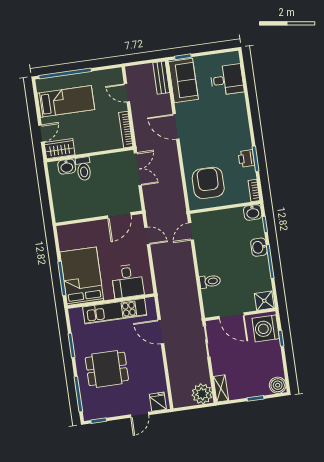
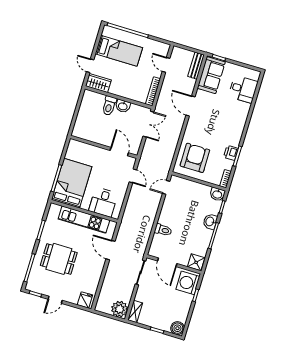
door: (41, 133) -> (90, 66), swing flipped
washbasin: (67, 167) -> (123, 106), moved
door: (119, 215) -> (119, 152), swing flipped
door: (140, 415) -> (55, 300), moved

